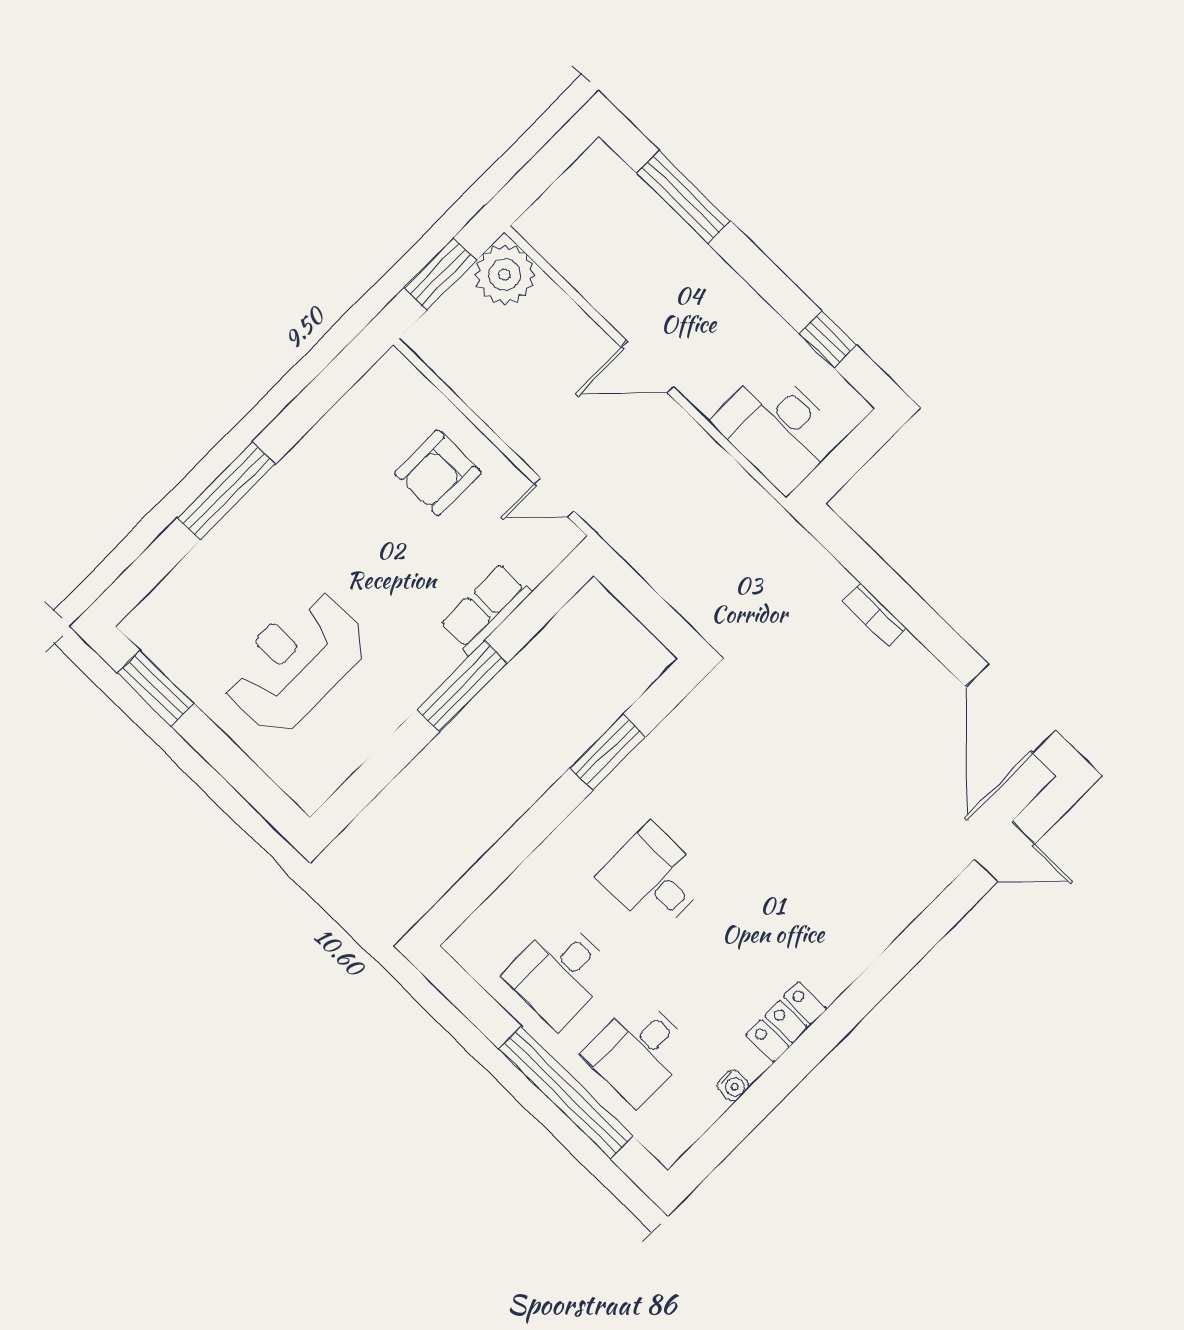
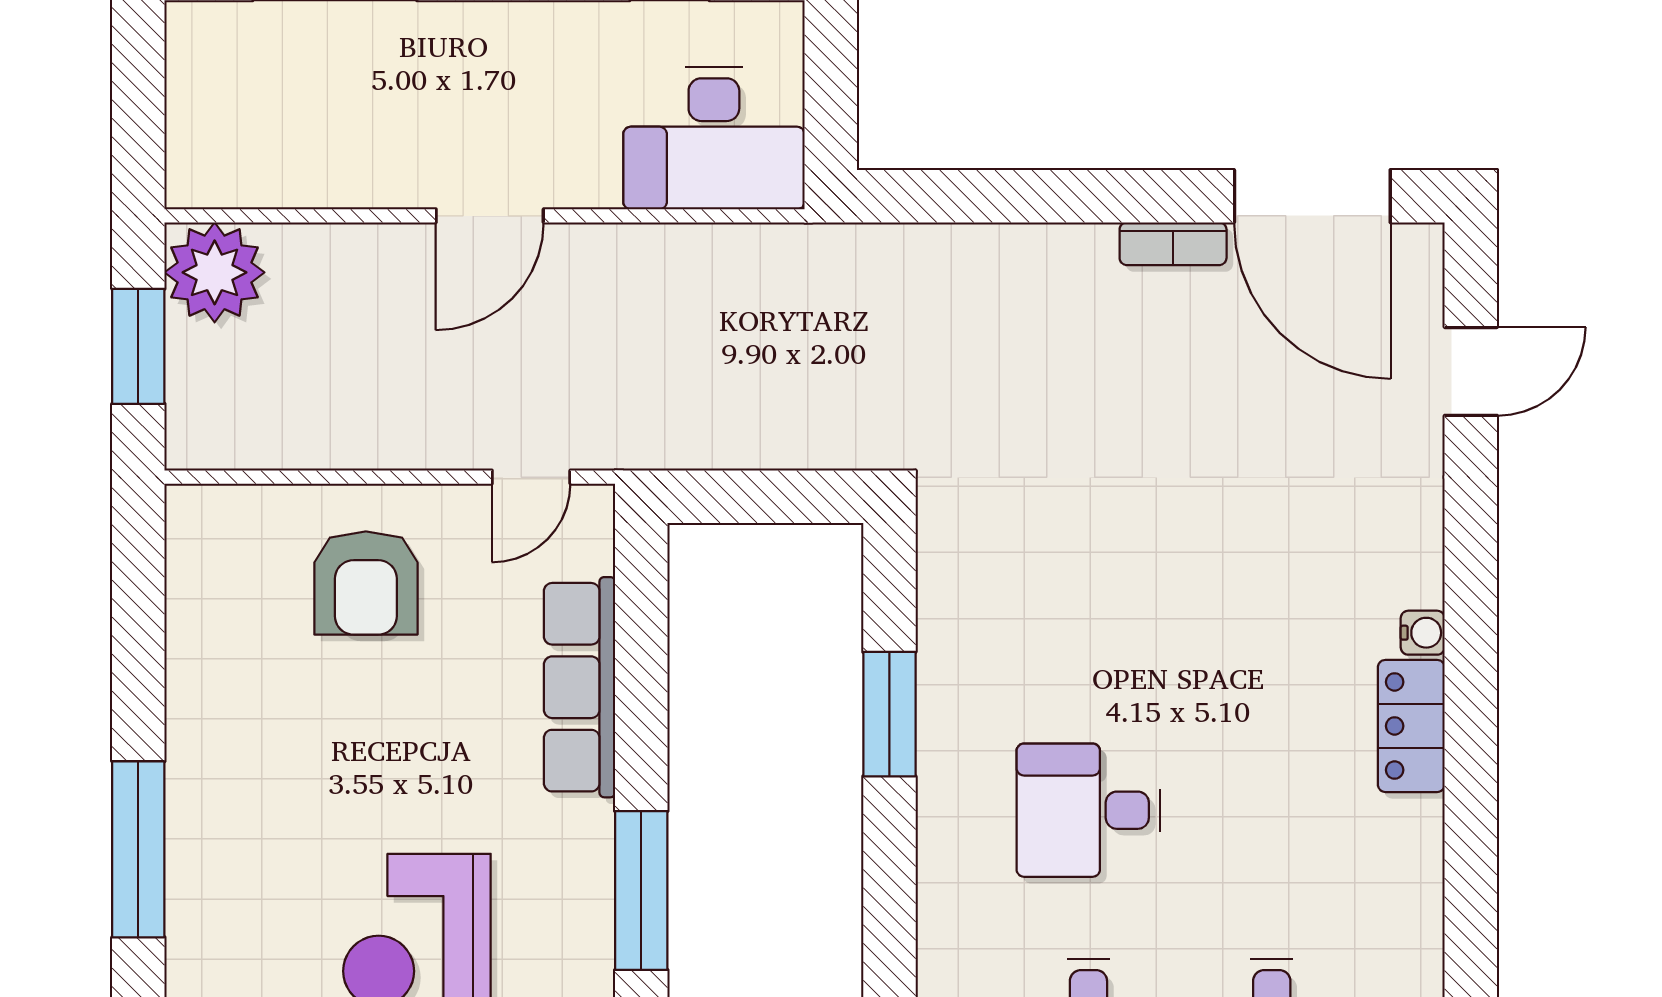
row of seats: (486, 609) -> (579, 687), width x1.48
bookcase: (874, 615) -> (1173, 244), moved
window: (462, 686) -> (641, 890), moved
locker: (786, 1022) -> (1411, 726), moved
water cooler: (733, 1085) -> (1423, 633), moved

